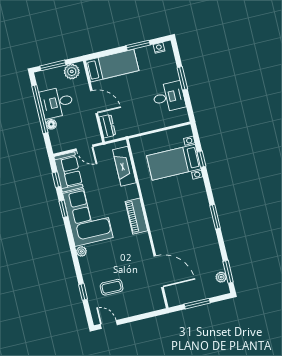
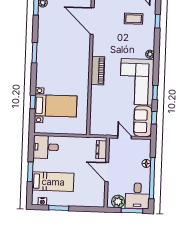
bed: (112, 66) -> (53, 182), moved, turned 180
desk: (169, 97) -> (46, 147), moved
desk: (57, 102) -> (137, 196), moved, turned 90
fireplace: (124, 166) -> (96, 113), removed

